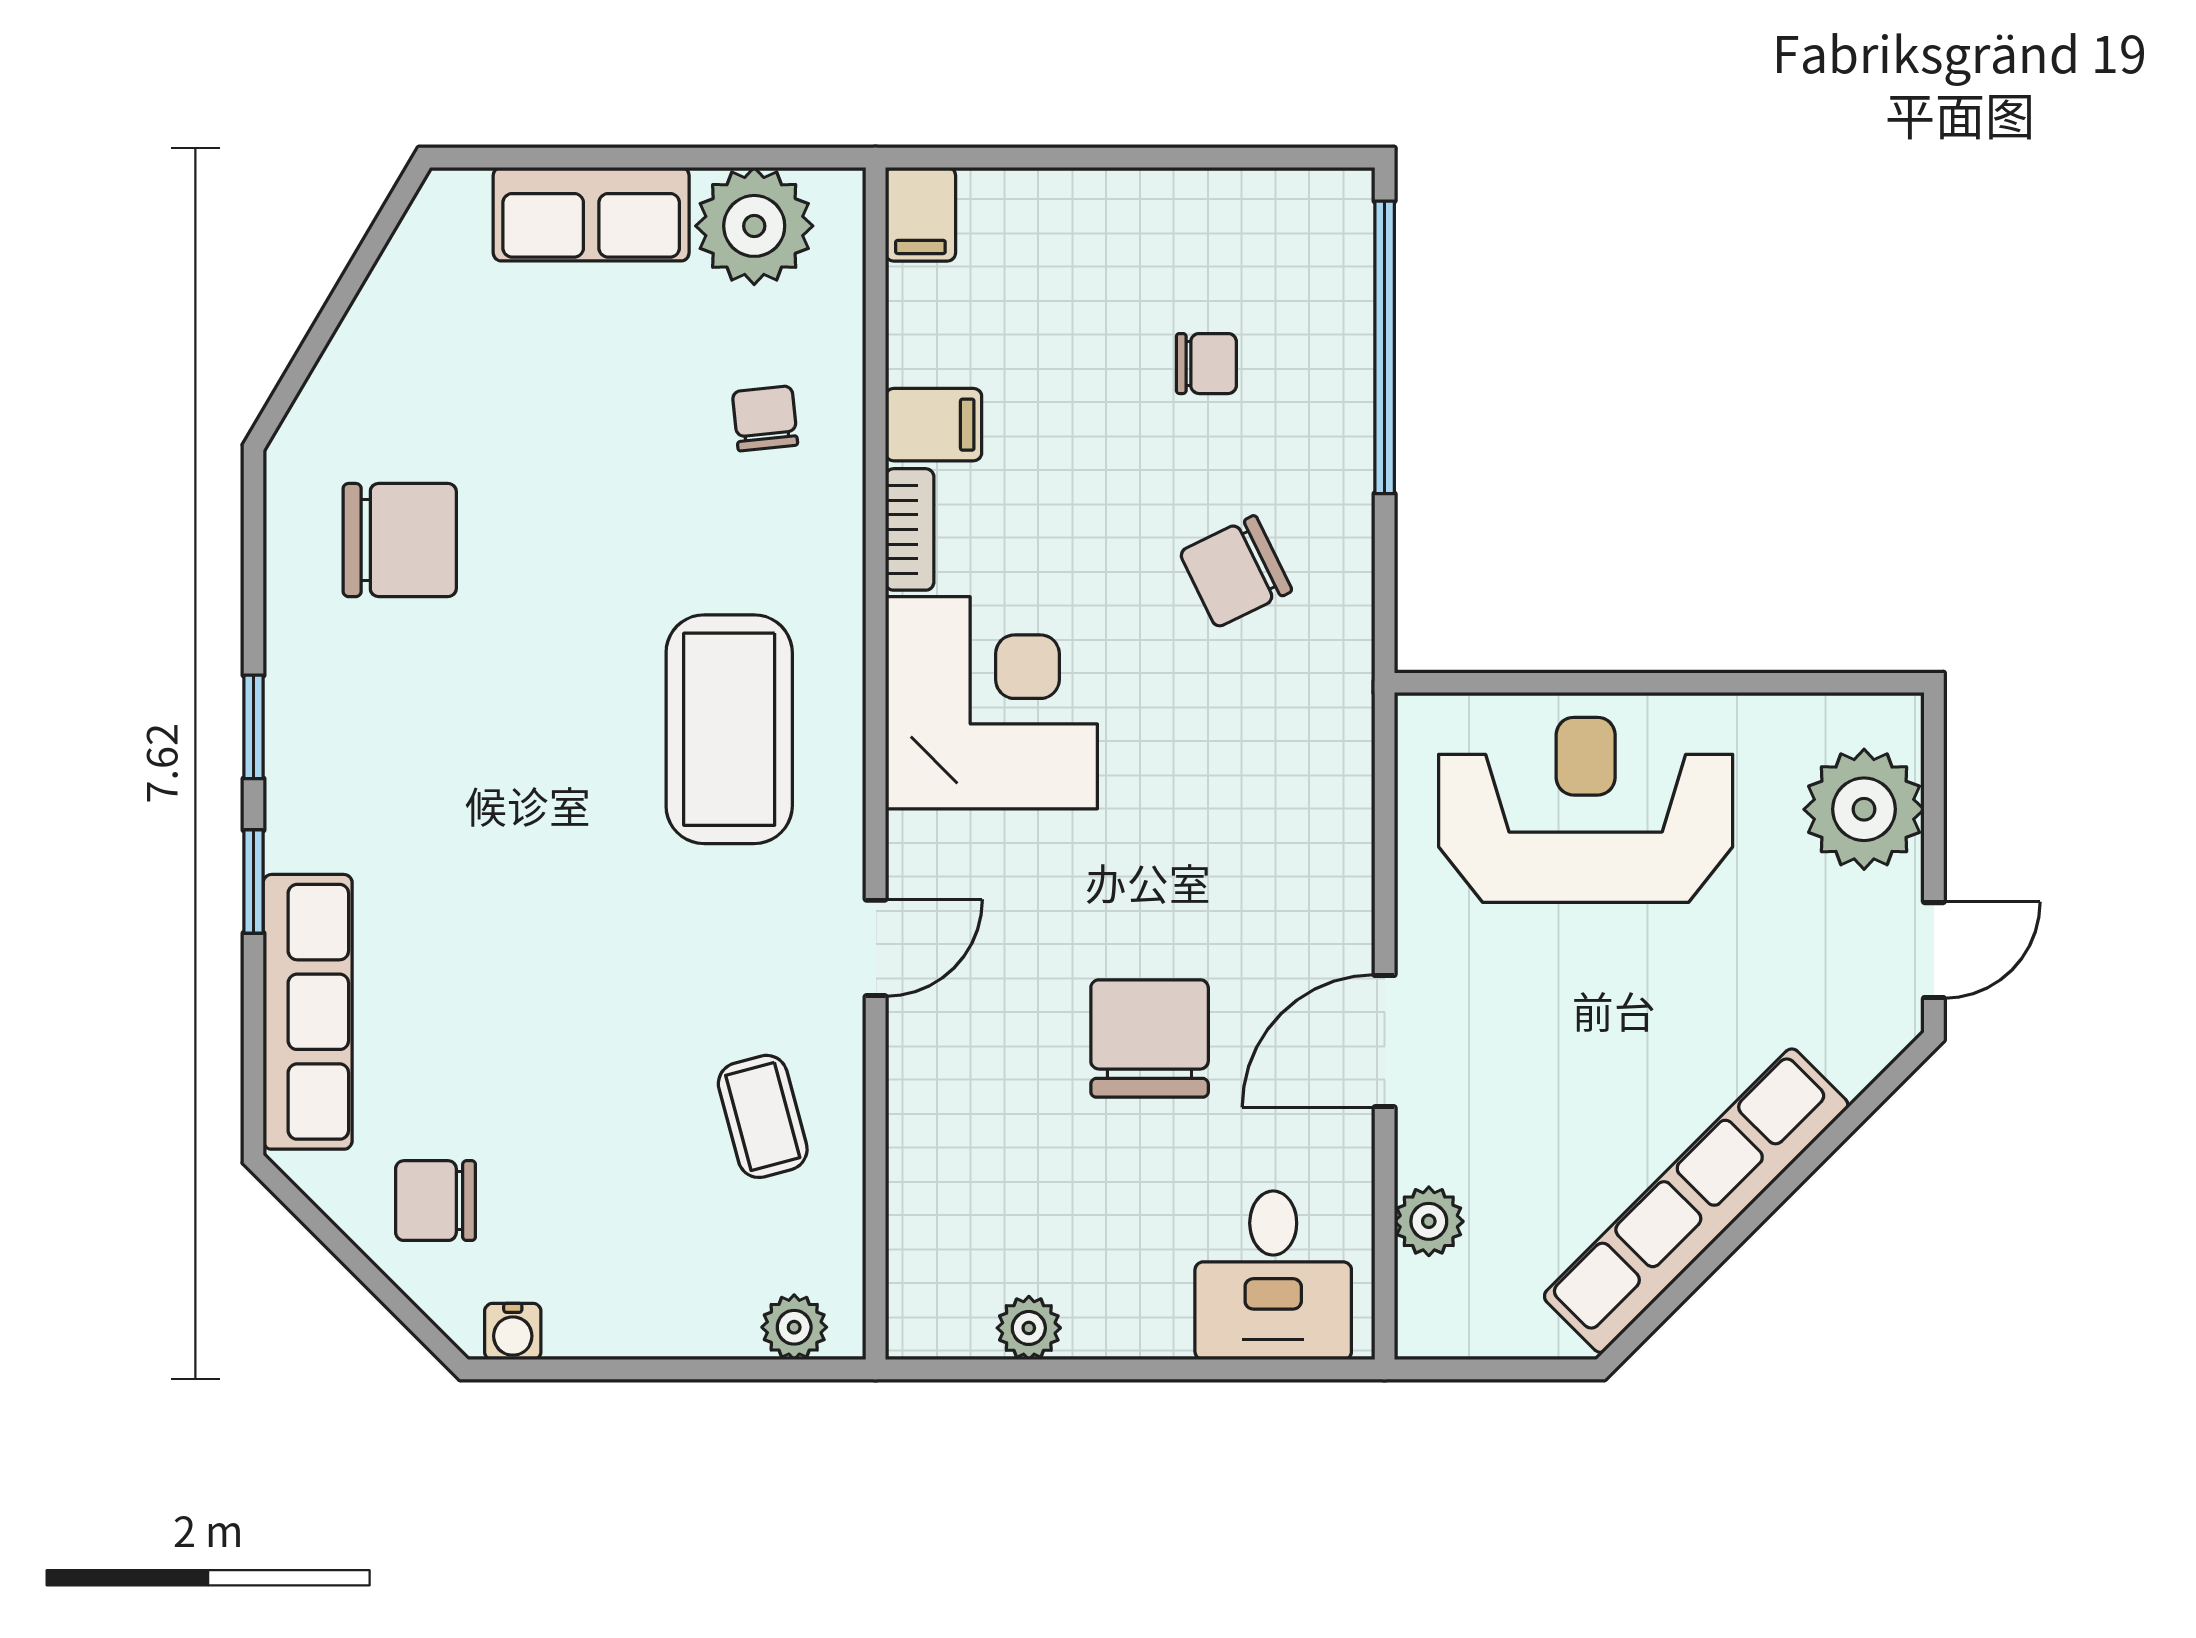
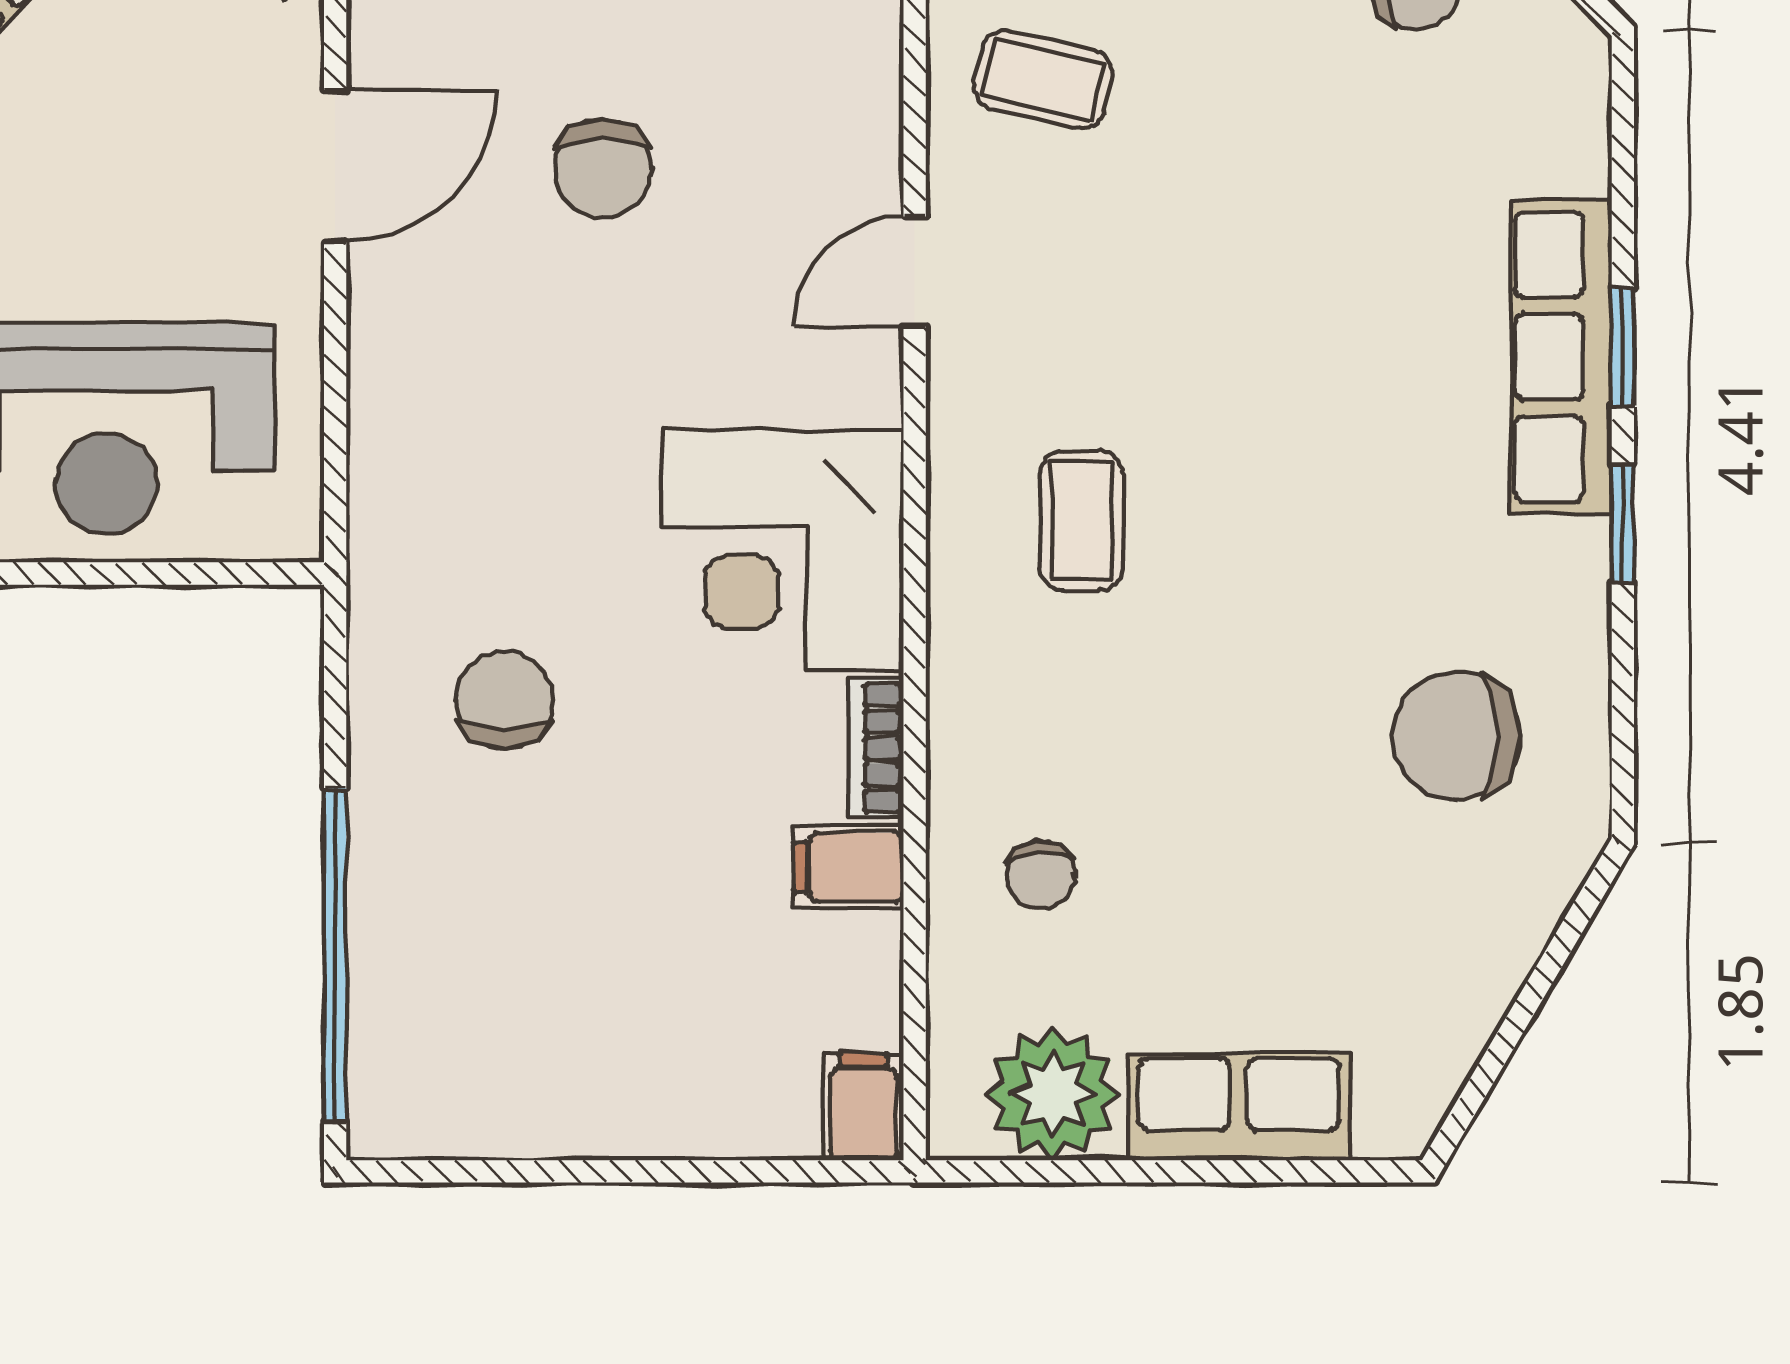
chair: (1206, 364) -> (538, 937), removed
chair: (1236, 571) -> (505, 700), turned -64
coffee table: (729, 729) -> (1081, 521), width x0.54, depth x0.58
row of seats: (308, 1012) -> (1561, 357), moved
chair: (1150, 1038) -> (603, 168), width x0.73, depth x0.73
coffee table: (763, 1116) -> (1043, 80), turned -62

